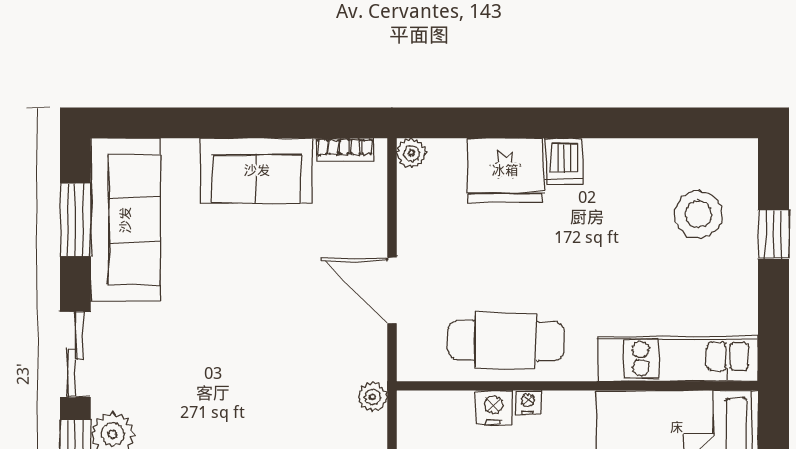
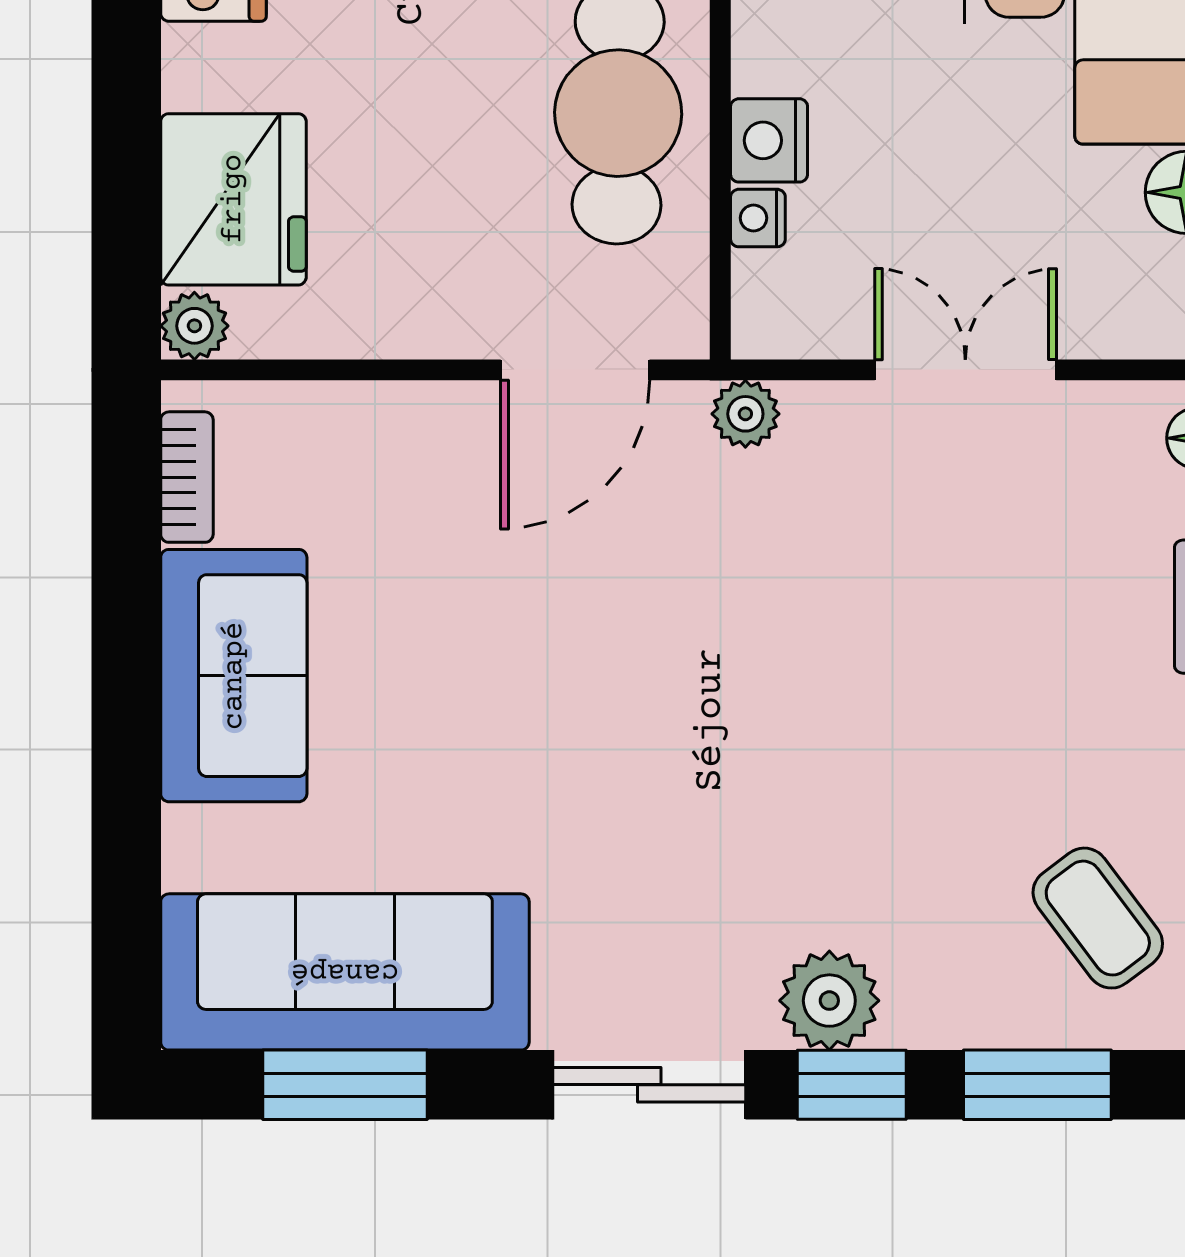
fridge: (505, 170) -> (233, 199), moved
door: (392, 290) -> (575, 370), moved
nightstand: (528, 403) -> (758, 218), moved

